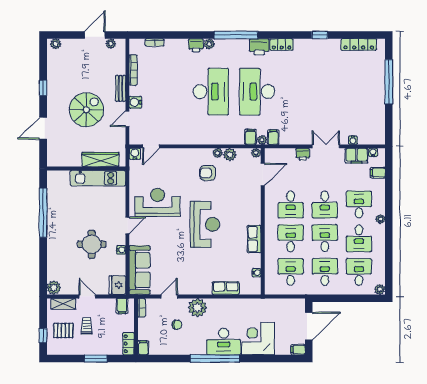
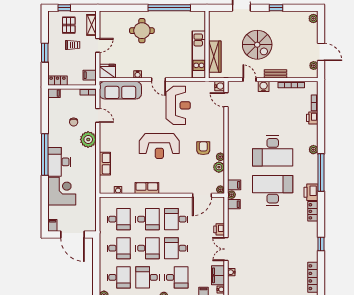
printer: (196, 45) -> (312, 118), moved
double door: (326, 146) -> (226, 249), swing flipped
door: (263, 175) -> (202, 195), hinge flipped
round table: (92, 244) -> (142, 31), moved
plant: (54, 288) -> (105, 17), removed

